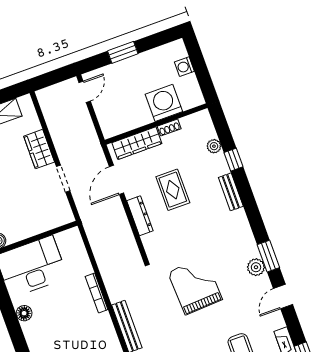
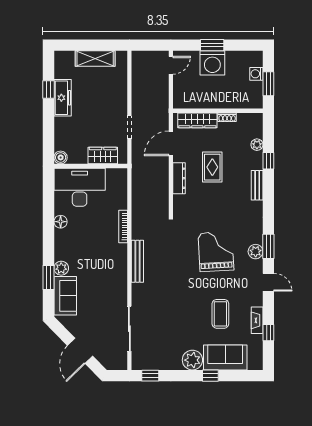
window: (202, 73) -> (268, 84), added
washing machine: (164, 103) -> (212, 63), moved, turned 180
wardrobe: (39, 149) -> (103, 156), moved, turned 90
grand piano: (195, 286) -> (216, 252), moved
door: (283, 297) -> (268, 282), swing flipped

